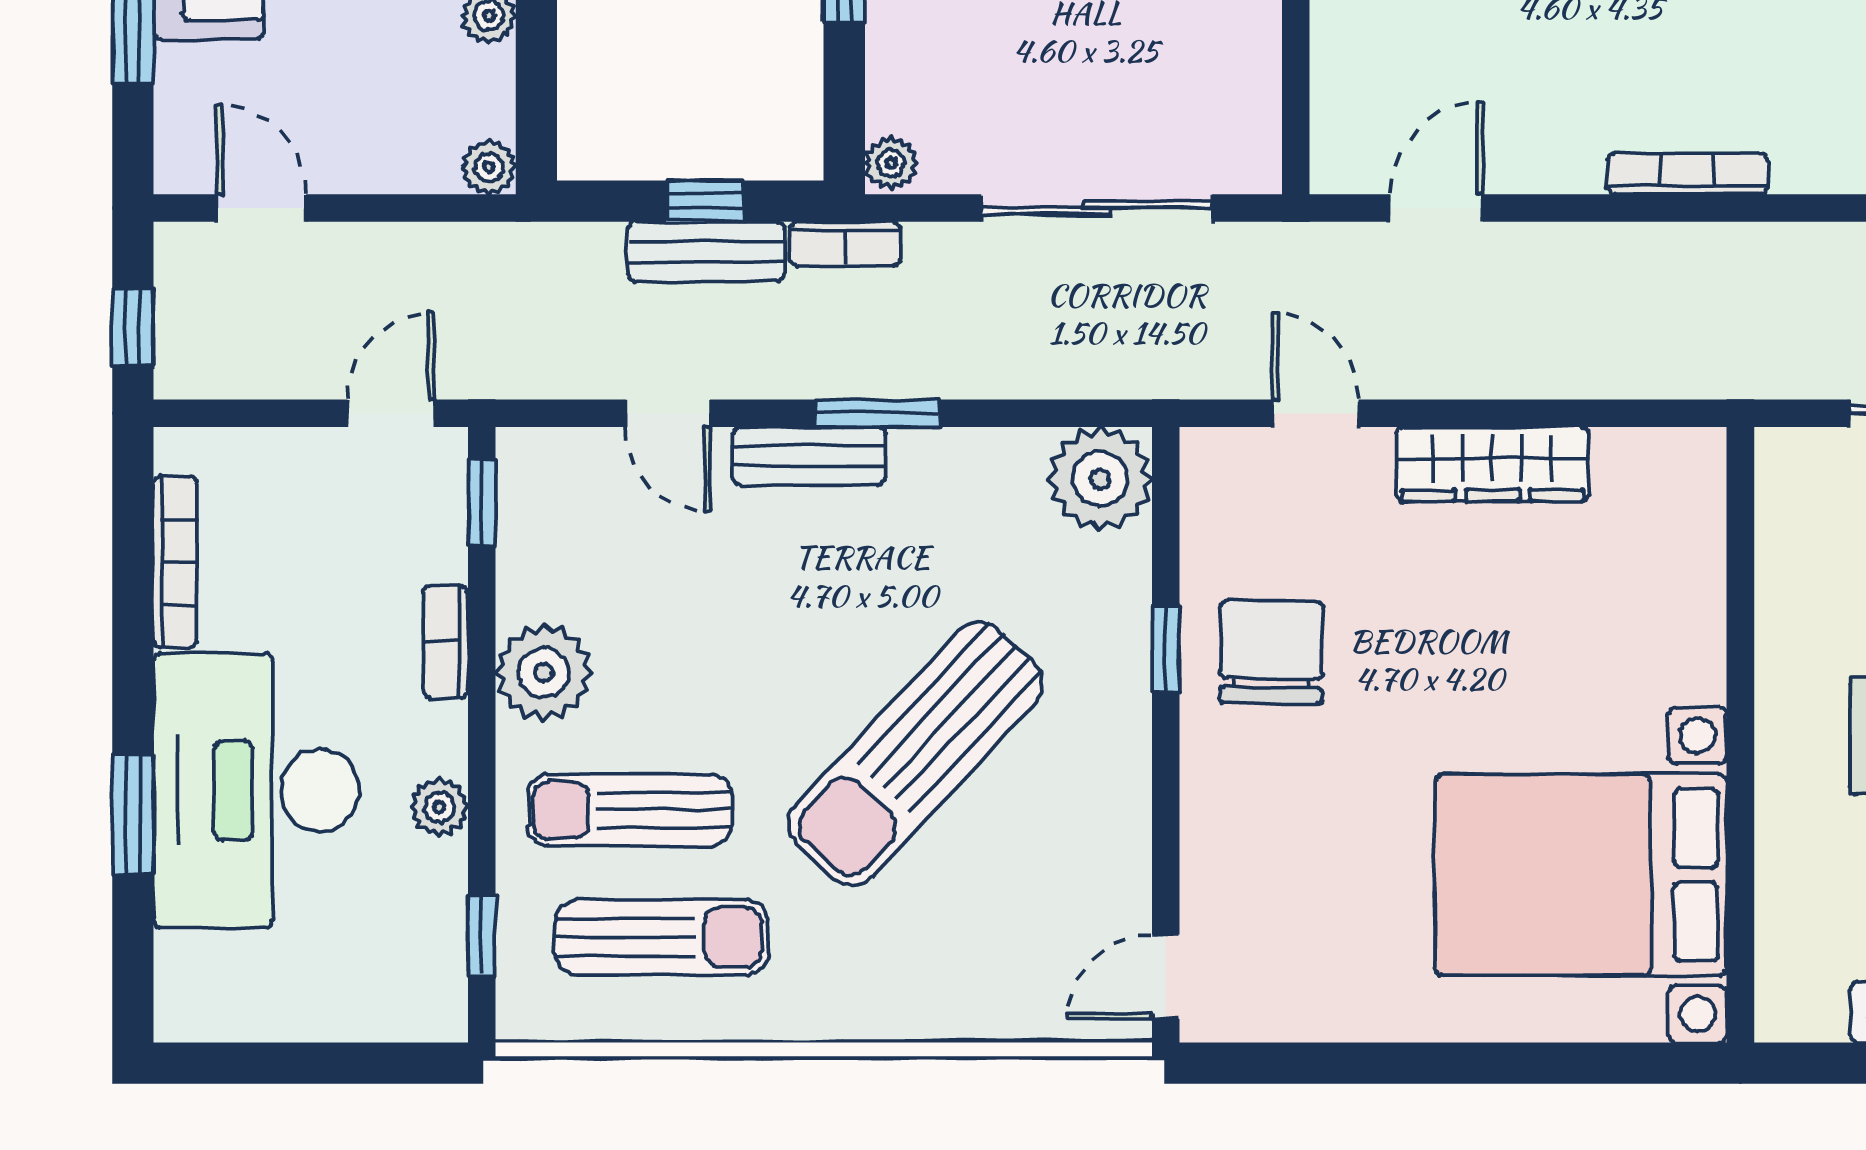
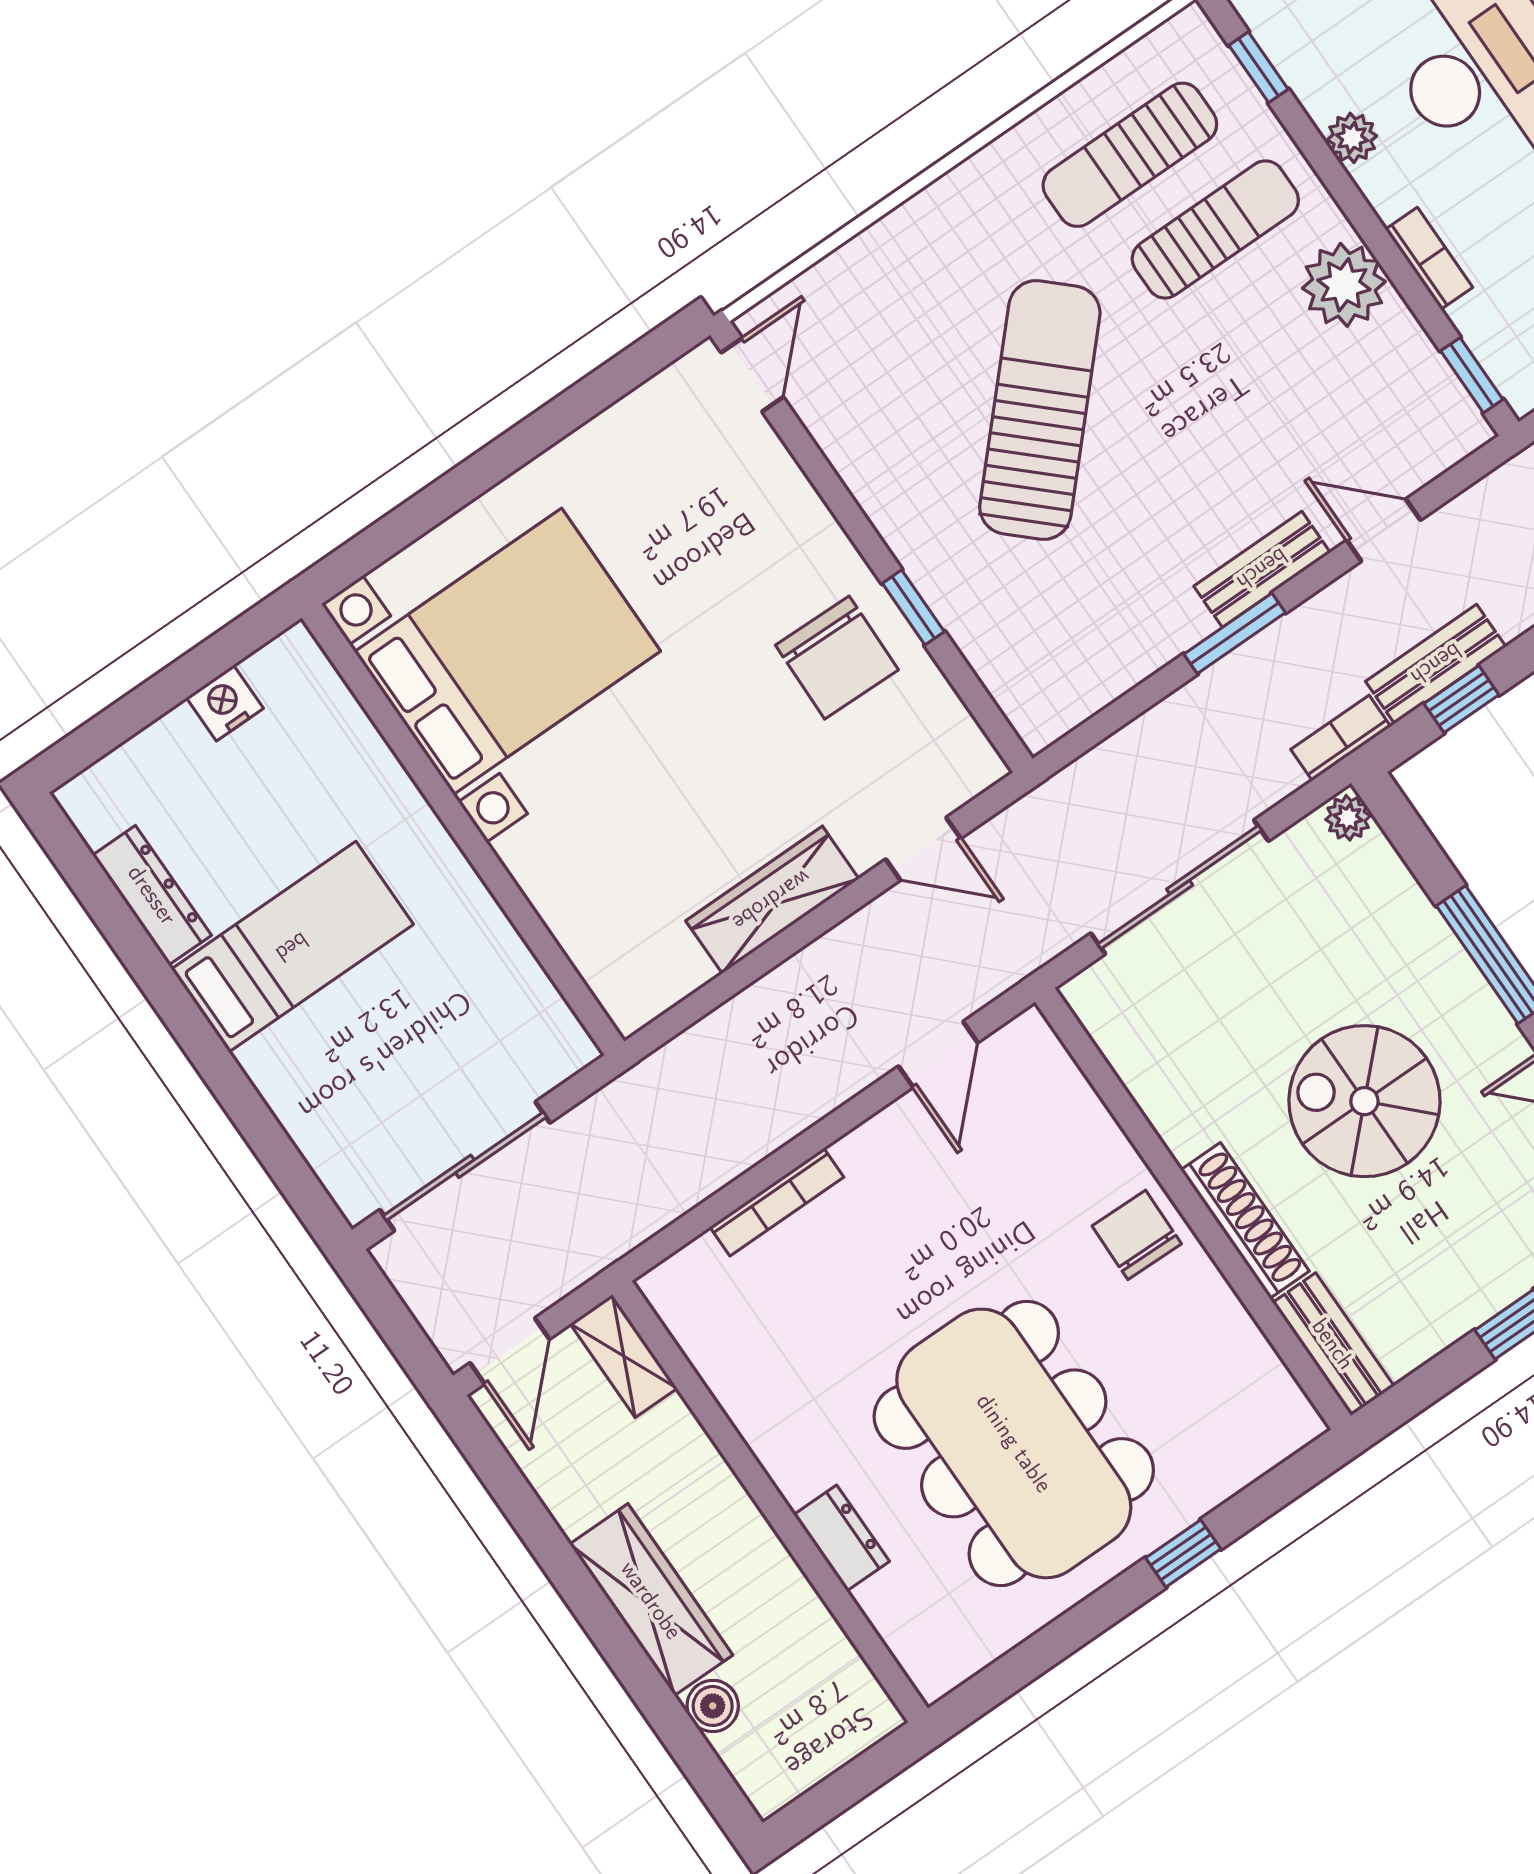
plant: (1100, 479) -> (1044, 696), removed

